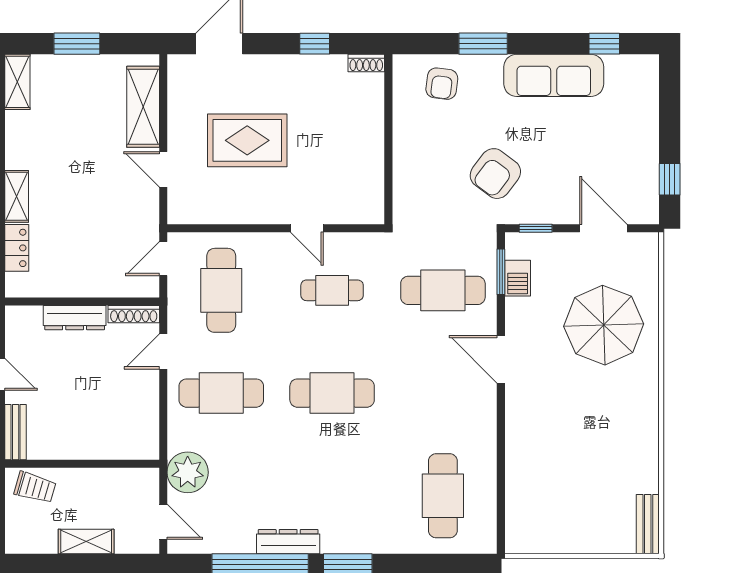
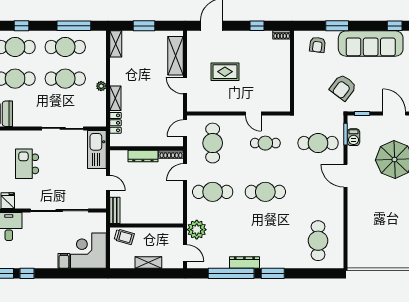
sofa: (554, 75) -> (371, 44), width x1.36, depth x1.27
rug: (247, 140) -> (225, 72), width x0.73, depth x0.70

